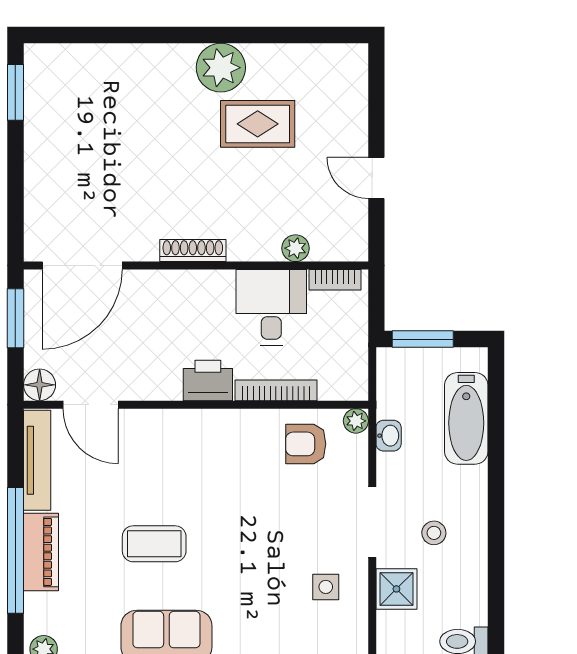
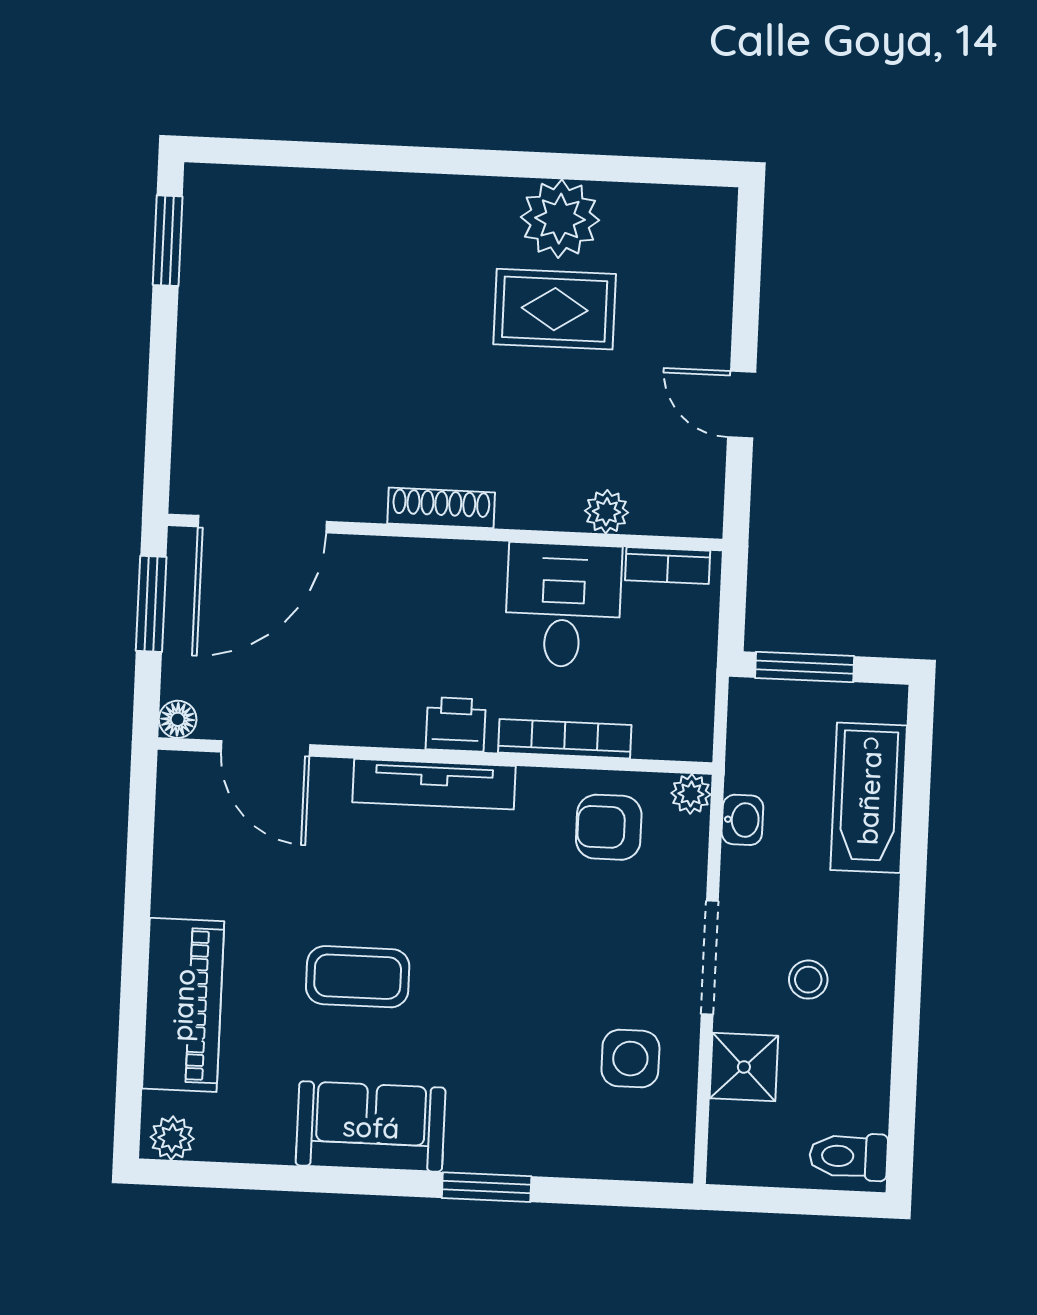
plant: (221, 68) -> (560, 219), moved
printer: (208, 381) -> (456, 724), width x0.73, depth x0.81
floor lamp: (40, 385) -> (178, 719), width x0.73, depth x0.73
tv unit: (37, 460) -> (434, 784), moved, turned 90
window: (15, 550) -> (134, 977), removed
piano: (41, 552) -> (183, 1005), width x1.37, depth x1.33
side table: (326, 587) -> (630, 1059), width x1.37, depth x1.37

